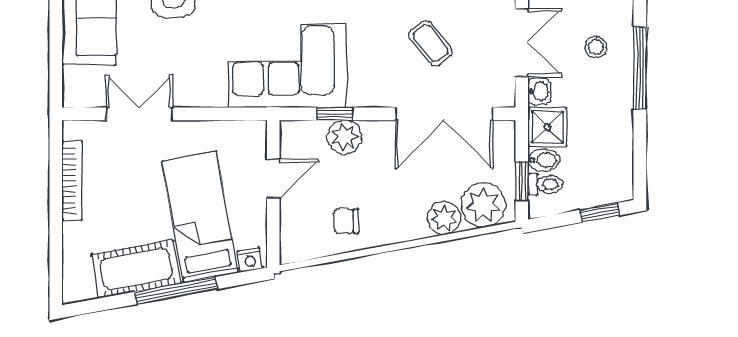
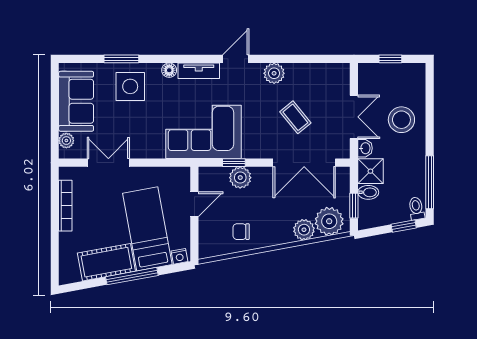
stool: (596, 47) -> (401, 120), width x1.89, depth x1.89
window: (640, 68) -> (430, 182), moved
plant: (74, 79) -> (66, 141), added
toilet: (545, 184) -> (416, 208), moved, turned -100

